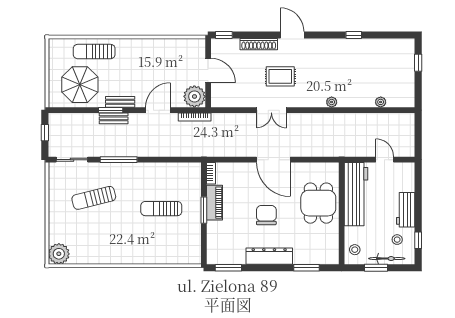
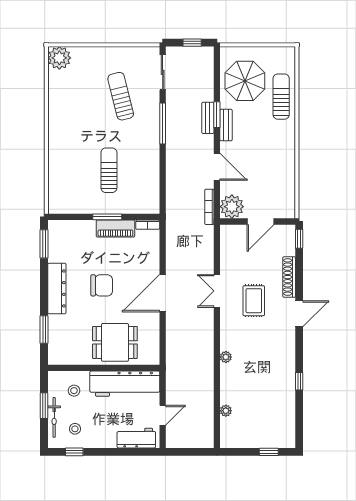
workbench: (406, 210) -> (136, 438), moved
stool: (355, 250) -> (74, 391), moved

